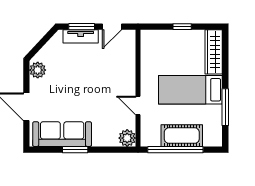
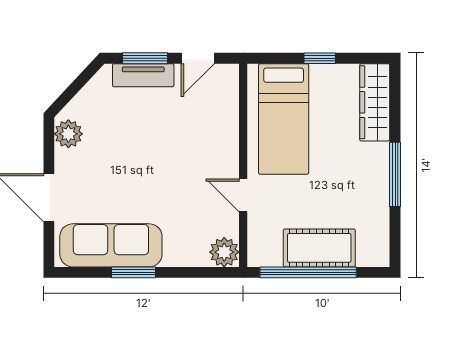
bed: (190, 90) -> (284, 119), moved, turned -90
window: (225, 107) -> (395, 174), moved

